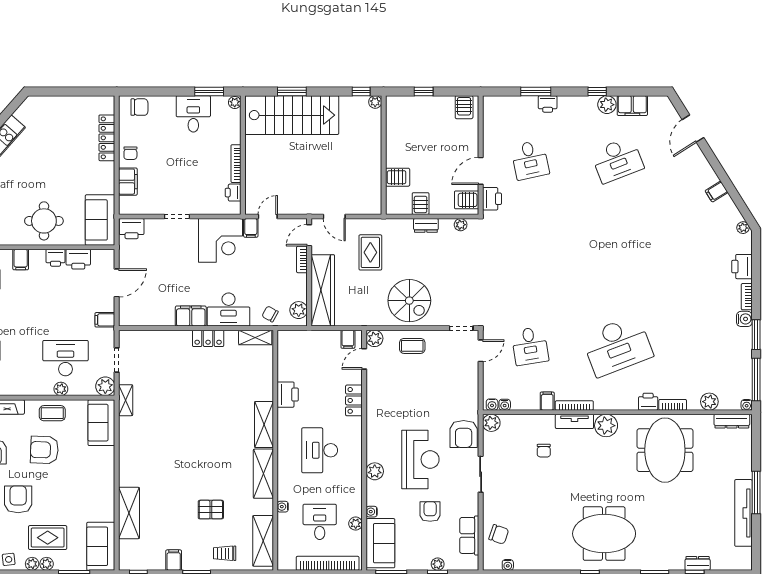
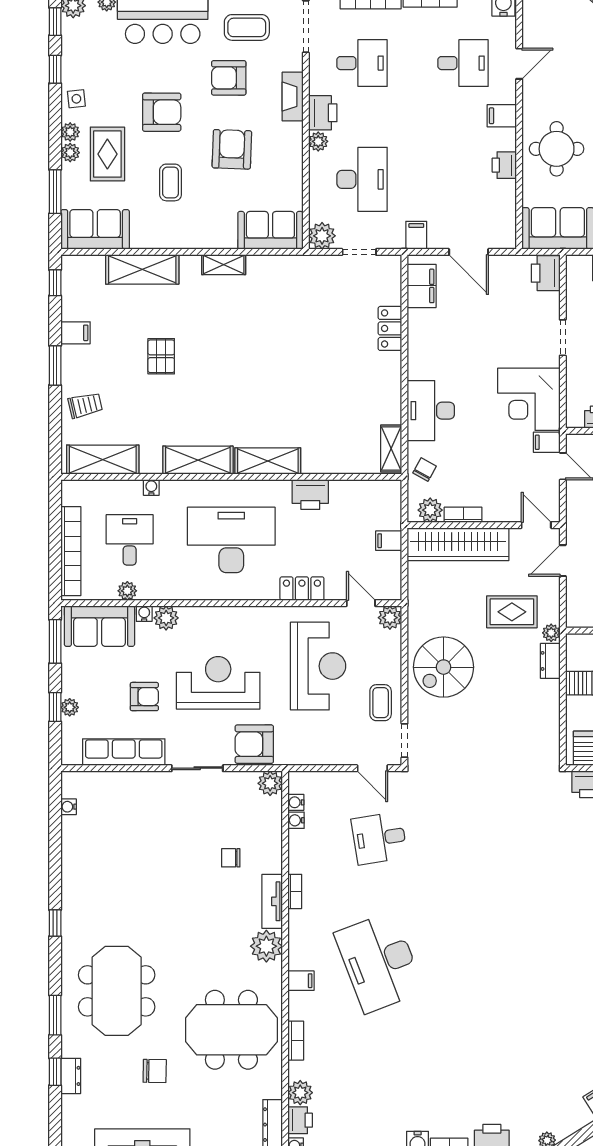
dresser: (426, 225) -> (550, 661), moved
plant: (461, 225) -> (551, 633), moved
printer: (78, 259) -> (323, 113), moved, turned 180
bookcase: (302, 259) -> (463, 515), moved
filing cabinet: (191, 316) -> (422, 286), moved
locker: (208, 338) -> (390, 328), moved
filing cabinet: (348, 339) -> (389, 541), moved
coffee table: (412, 346) -> (381, 703), moved
plant: (61, 389) -> (318, 141), moved
reception desk: (409, 389) -> (318, 666), added
shelving: (126, 400) -> (224, 265), moved
filing cabinet: (547, 401) -> (301, 981), moved
printer: (648, 402) -> (300, 1120), moved
water cooler: (492, 405) -> (296, 820), moved
bookcase: (574, 405) -> (295, 891), width x0.64
coffee table: (52, 413) -> (171, 182), moved
desk: (320, 450) -> (231, 540), width x1.36, depth x1.30
reception desk: (420, 459) -> (218, 683), turned 180
plant: (375, 471) -> (166, 618), moved
pallet: (211, 510) -> (161, 356), moved
desk: (320, 522) -> (130, 540), turned -90
chair: (499, 534) -> (155, 1071), moved, turned -108
meeting table: (604, 534) -> (117, 991), moved
row of seats: (469, 535) -> (124, 752), width x1.48
trolley: (225, 553) -> (85, 405), turned 77

